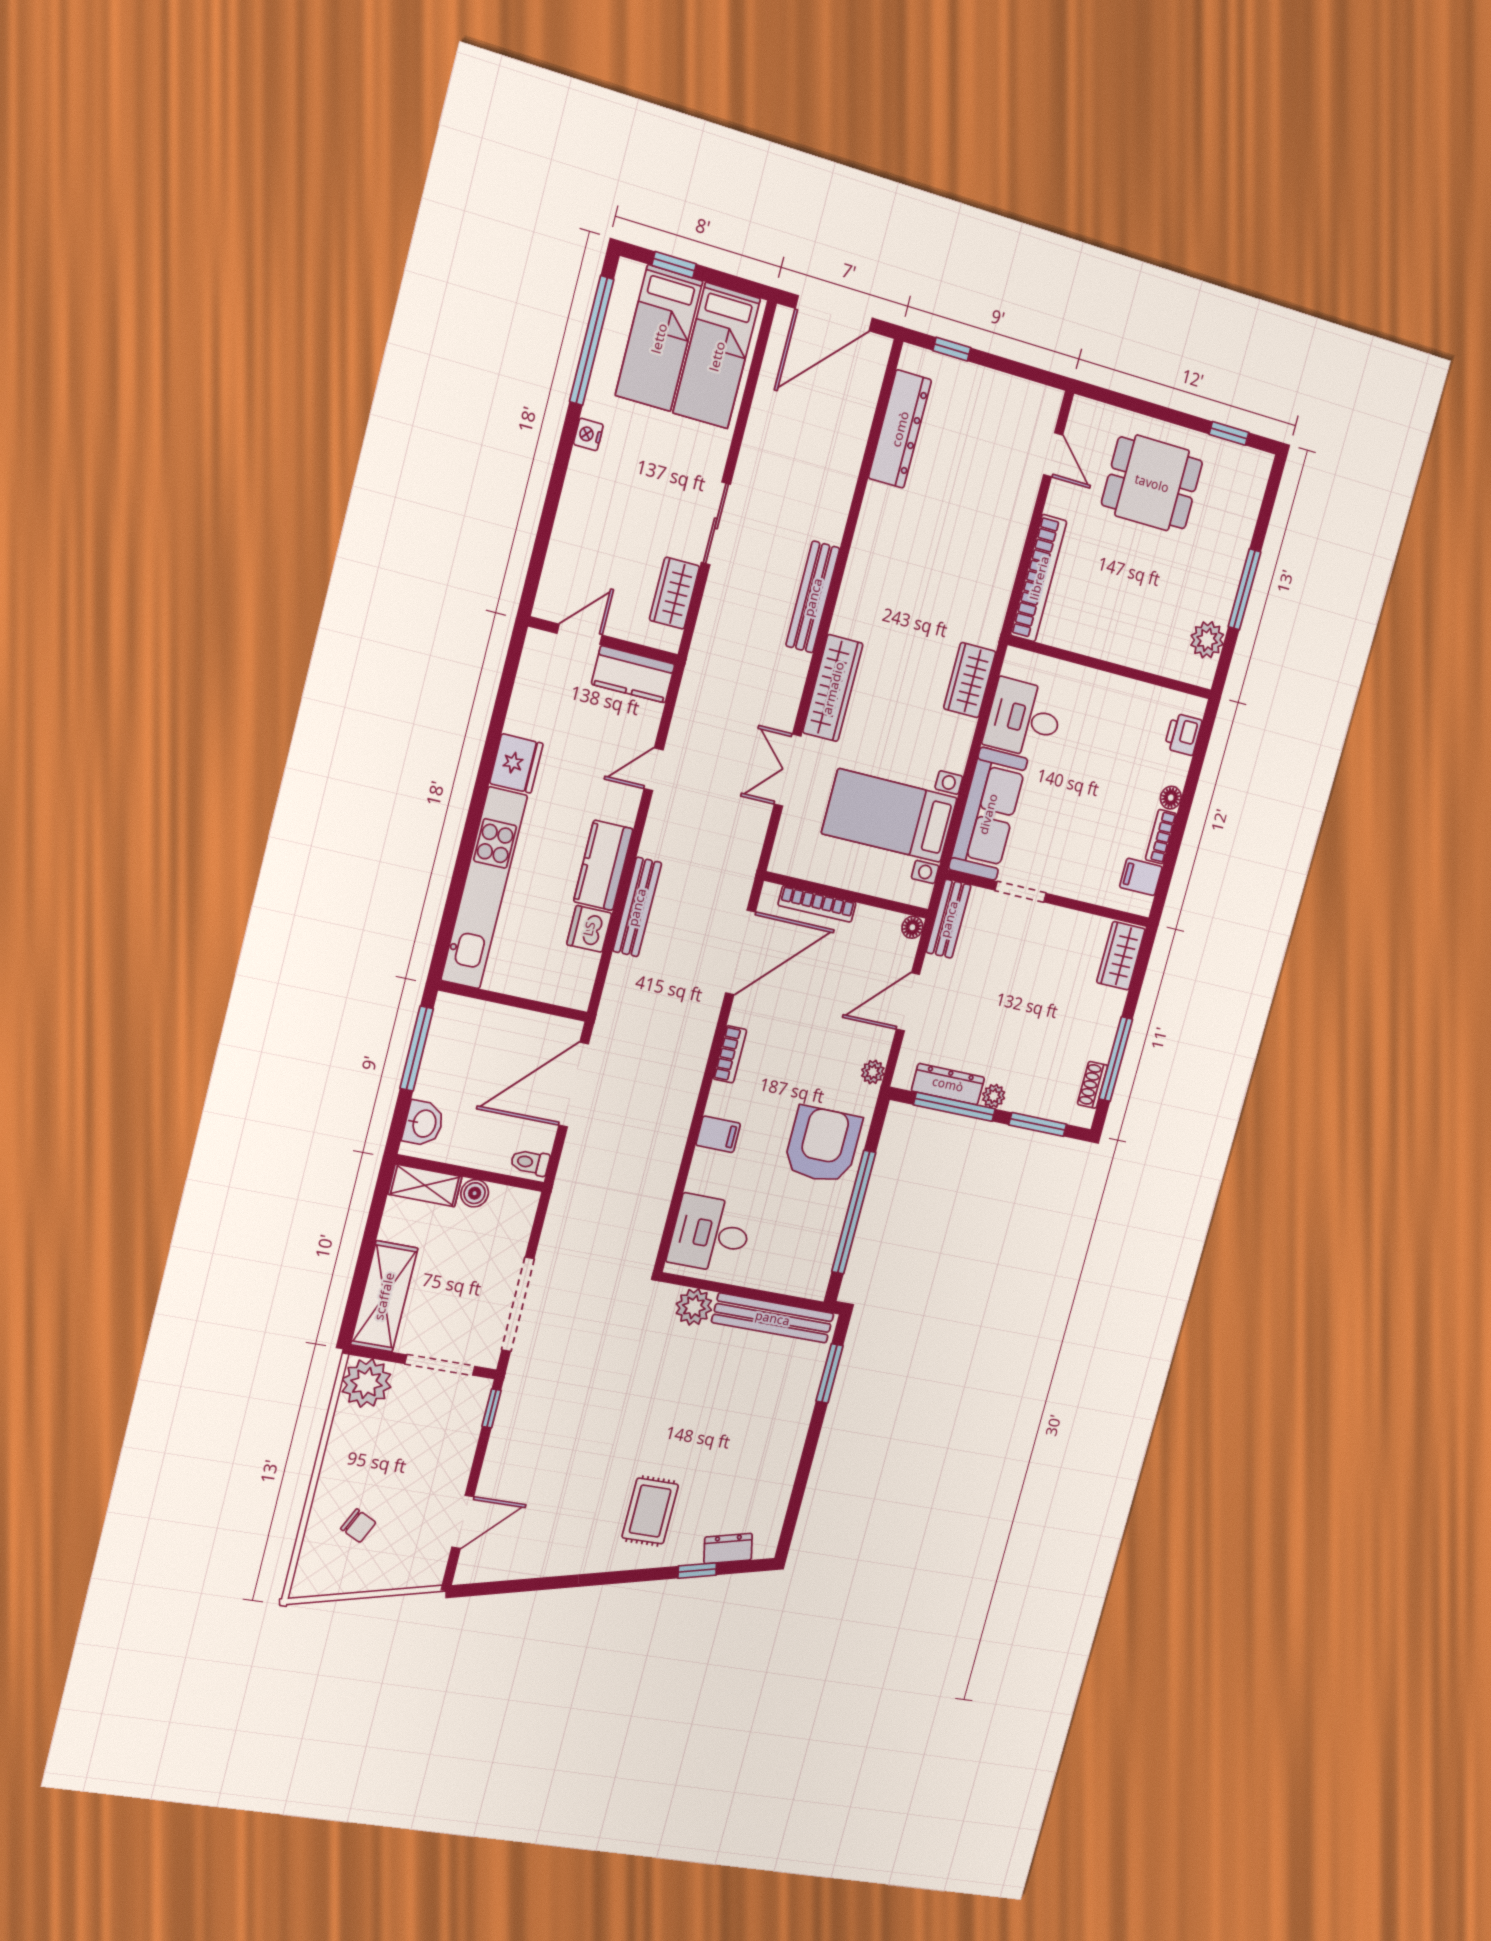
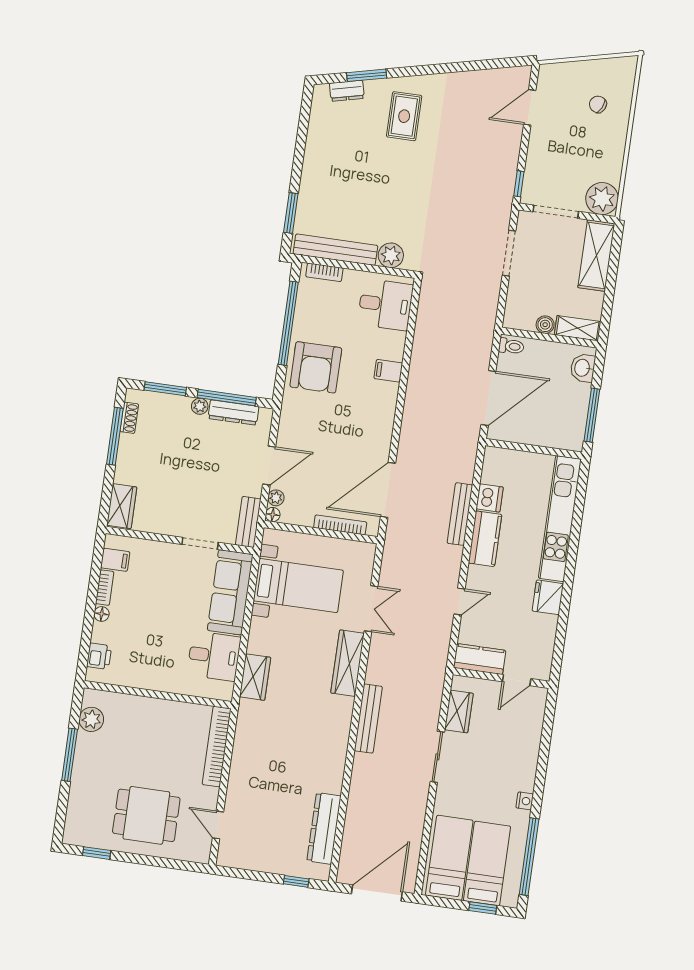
bookcase: (730, 1054) -> (324, 272), moved, turned -90
plant: (873, 1072) -> (276, 498), moved
doorway: (518, 1304) -> (509, 253), width x0.73
window: (697, 1571) -> (367, 75), width x1.50

